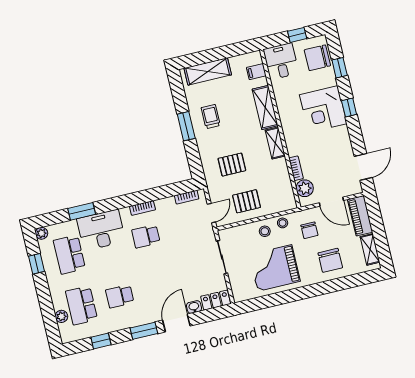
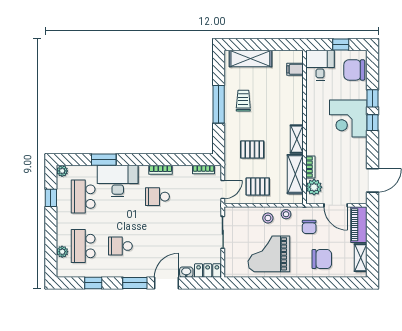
window: (340, 68) -> (373, 98), moved
shelving: (265, 107) -> (295, 174), moved
window: (186, 126) -> (219, 104), width x1.44
chair: (330, 260) -> (322, 259), turned -90

